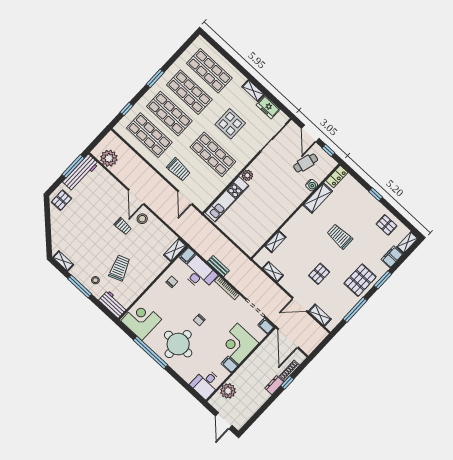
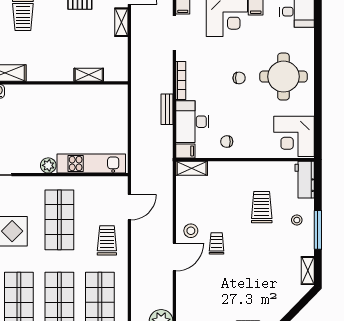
trolley: (120, 268) -> (262, 207), turned 111
shelving: (273, 272) -> (121, 22), moved
window: (151, 352) -> (318, 96), removed

